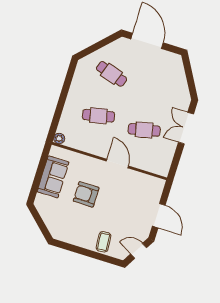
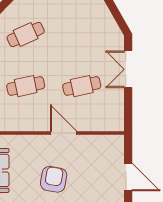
cafe table: (112, 74) -> (26, 34), turned -42
armchair: (86, 194) -> (54, 179), moved, turned 100

